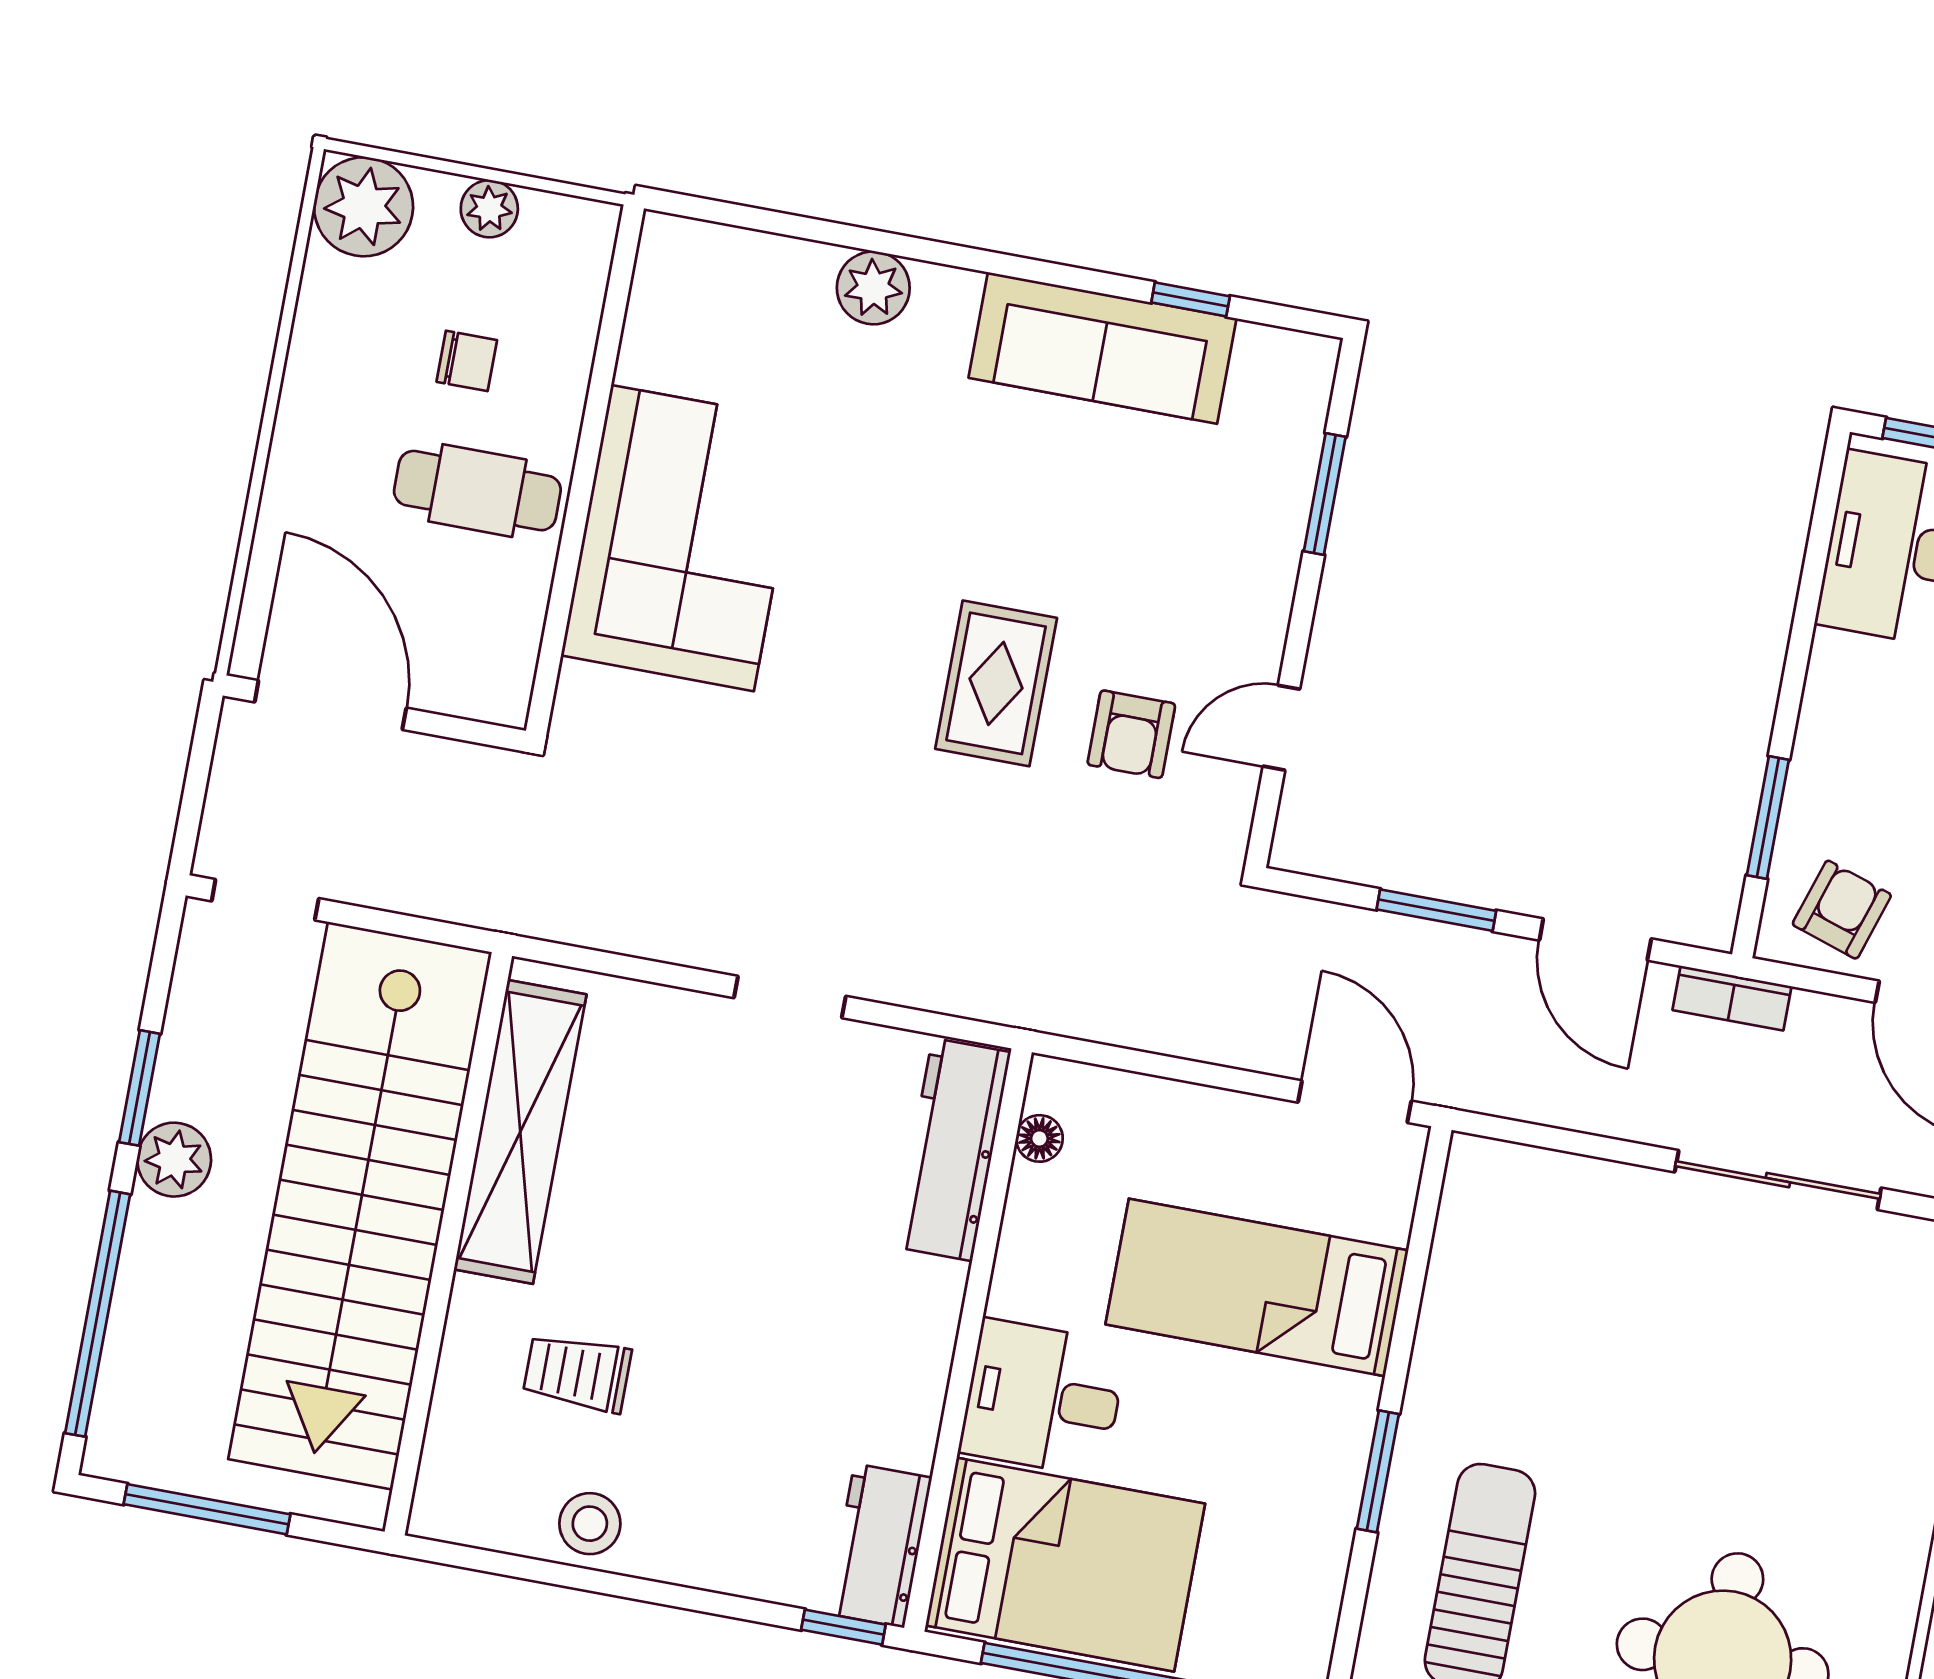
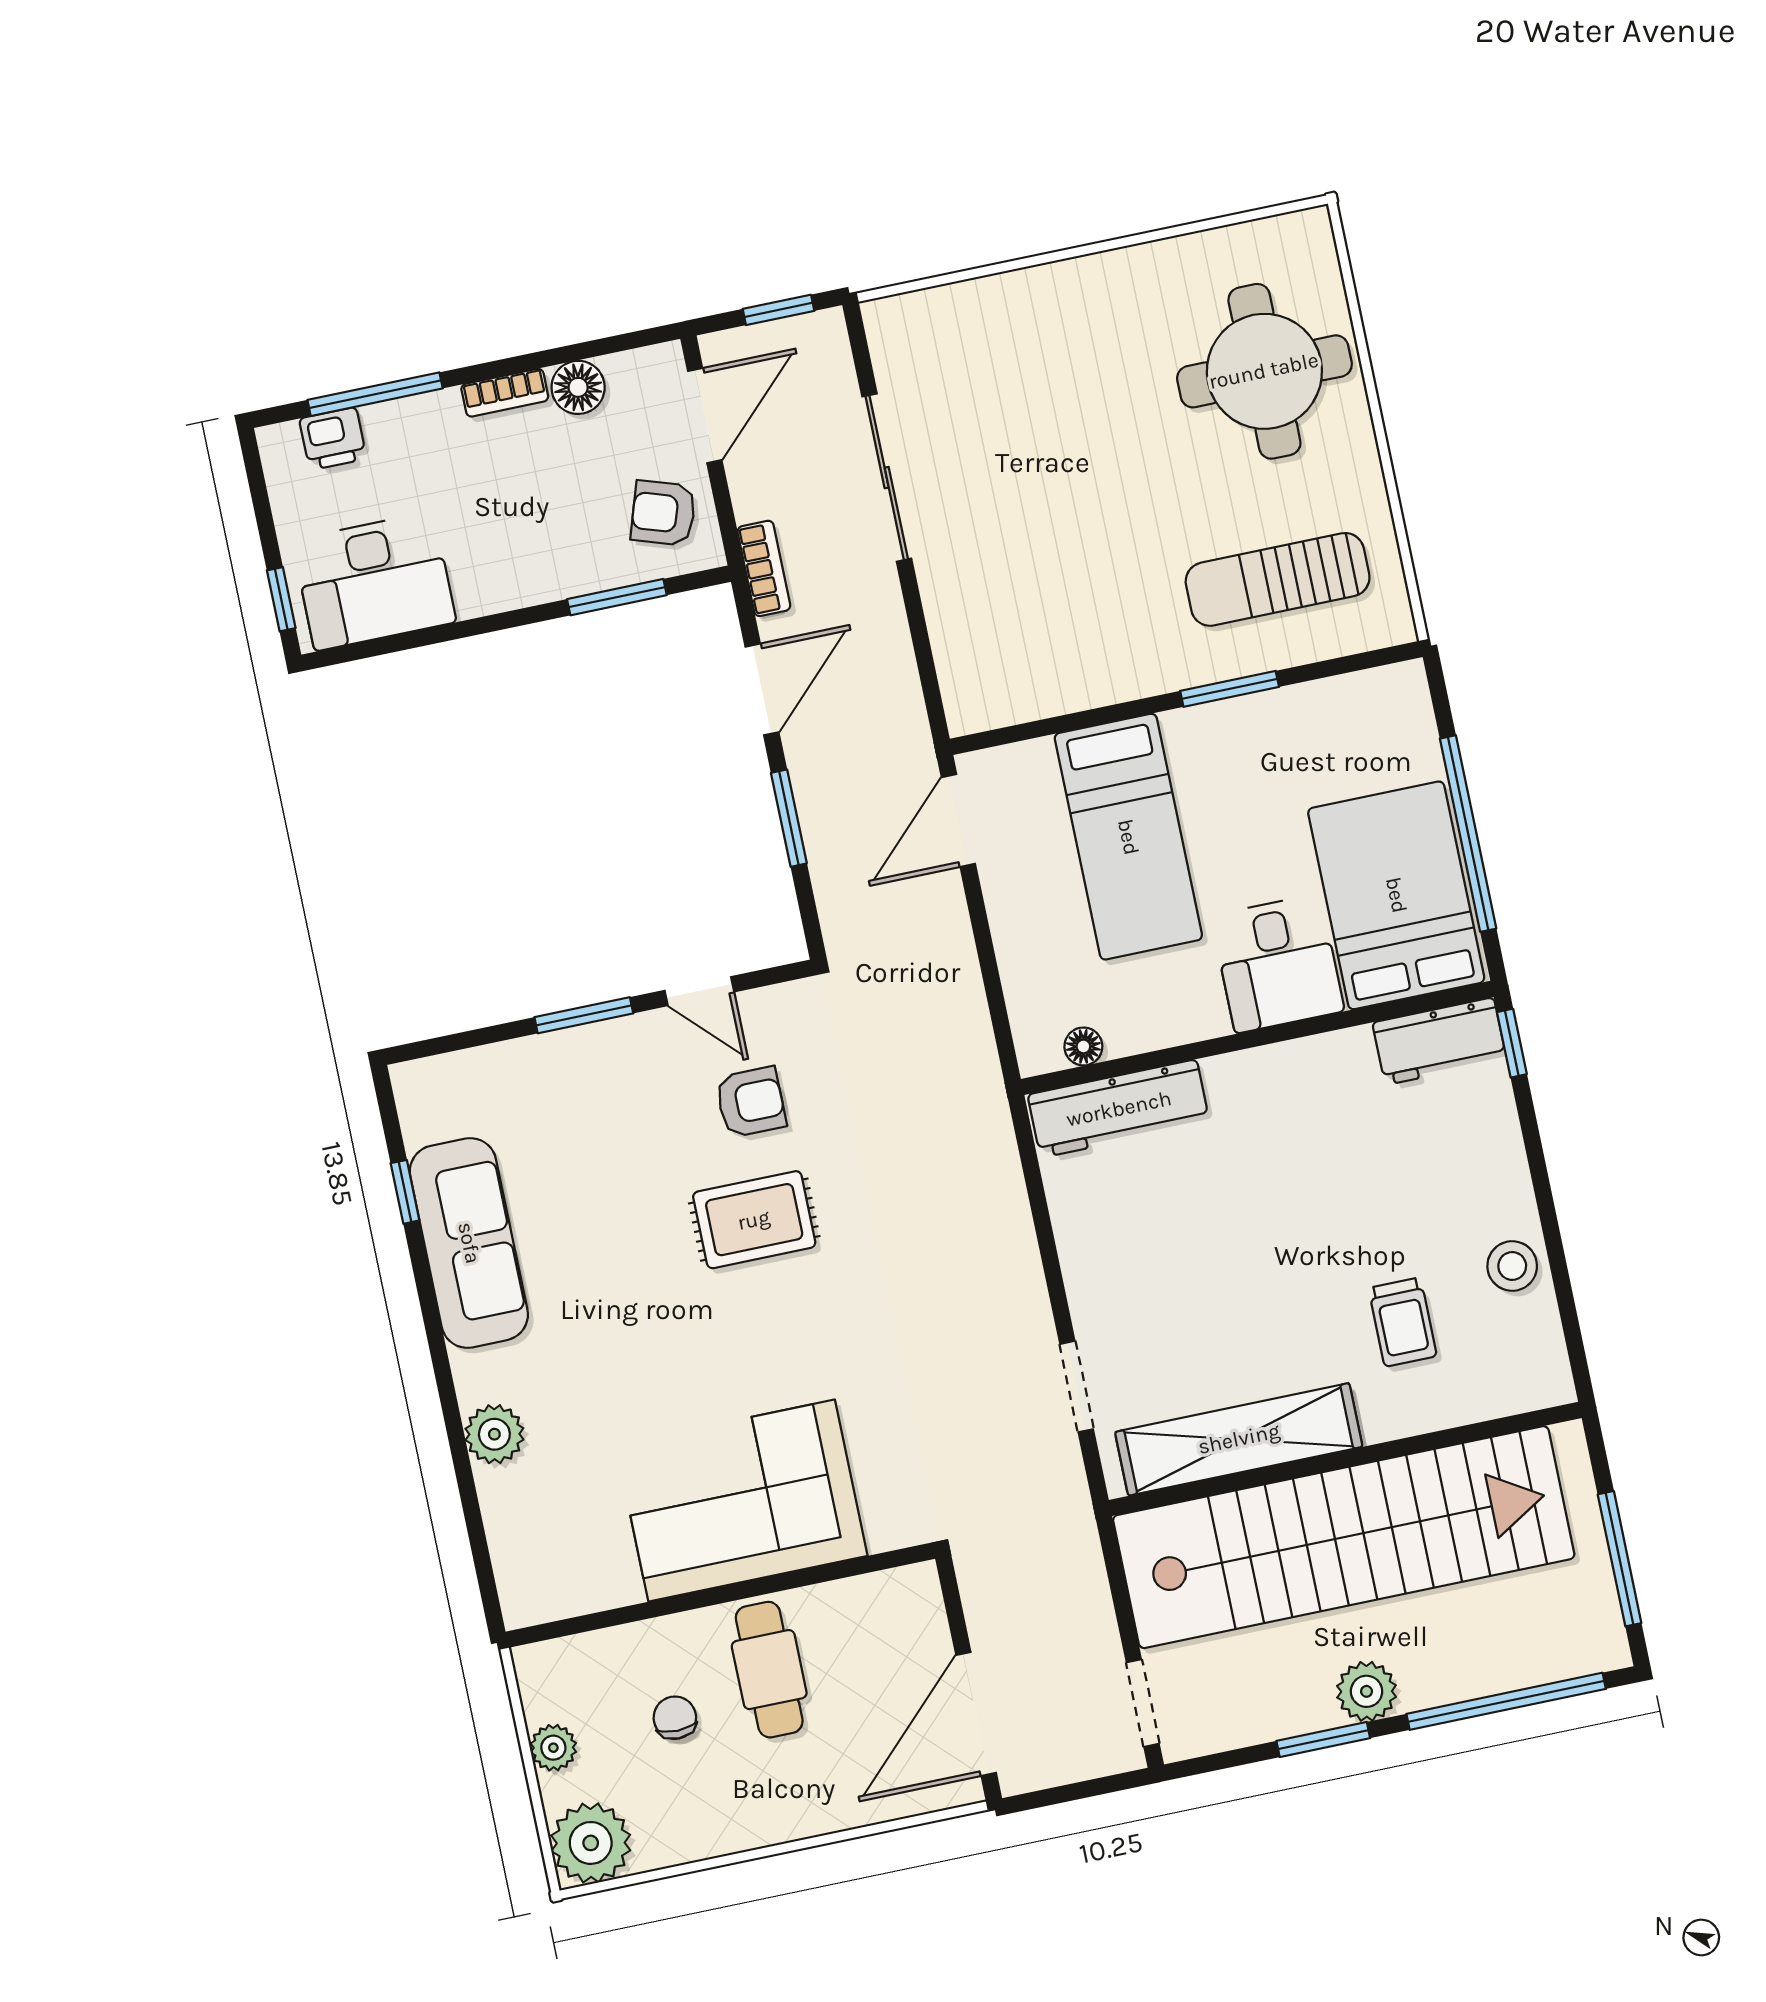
window: (1325, 494) -> (584, 1015), moved
doorway: (790, 997) -> (1077, 1387), moved

